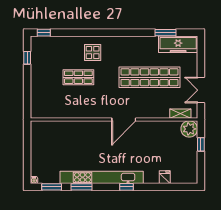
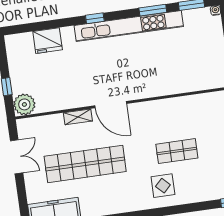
shelving: (180, 114) -> (78, 117), moved
door: (124, 120) -> (111, 105), swing flipped
fridge: (165, 177) -> (48, 41), width x1.88, depth x1.34

